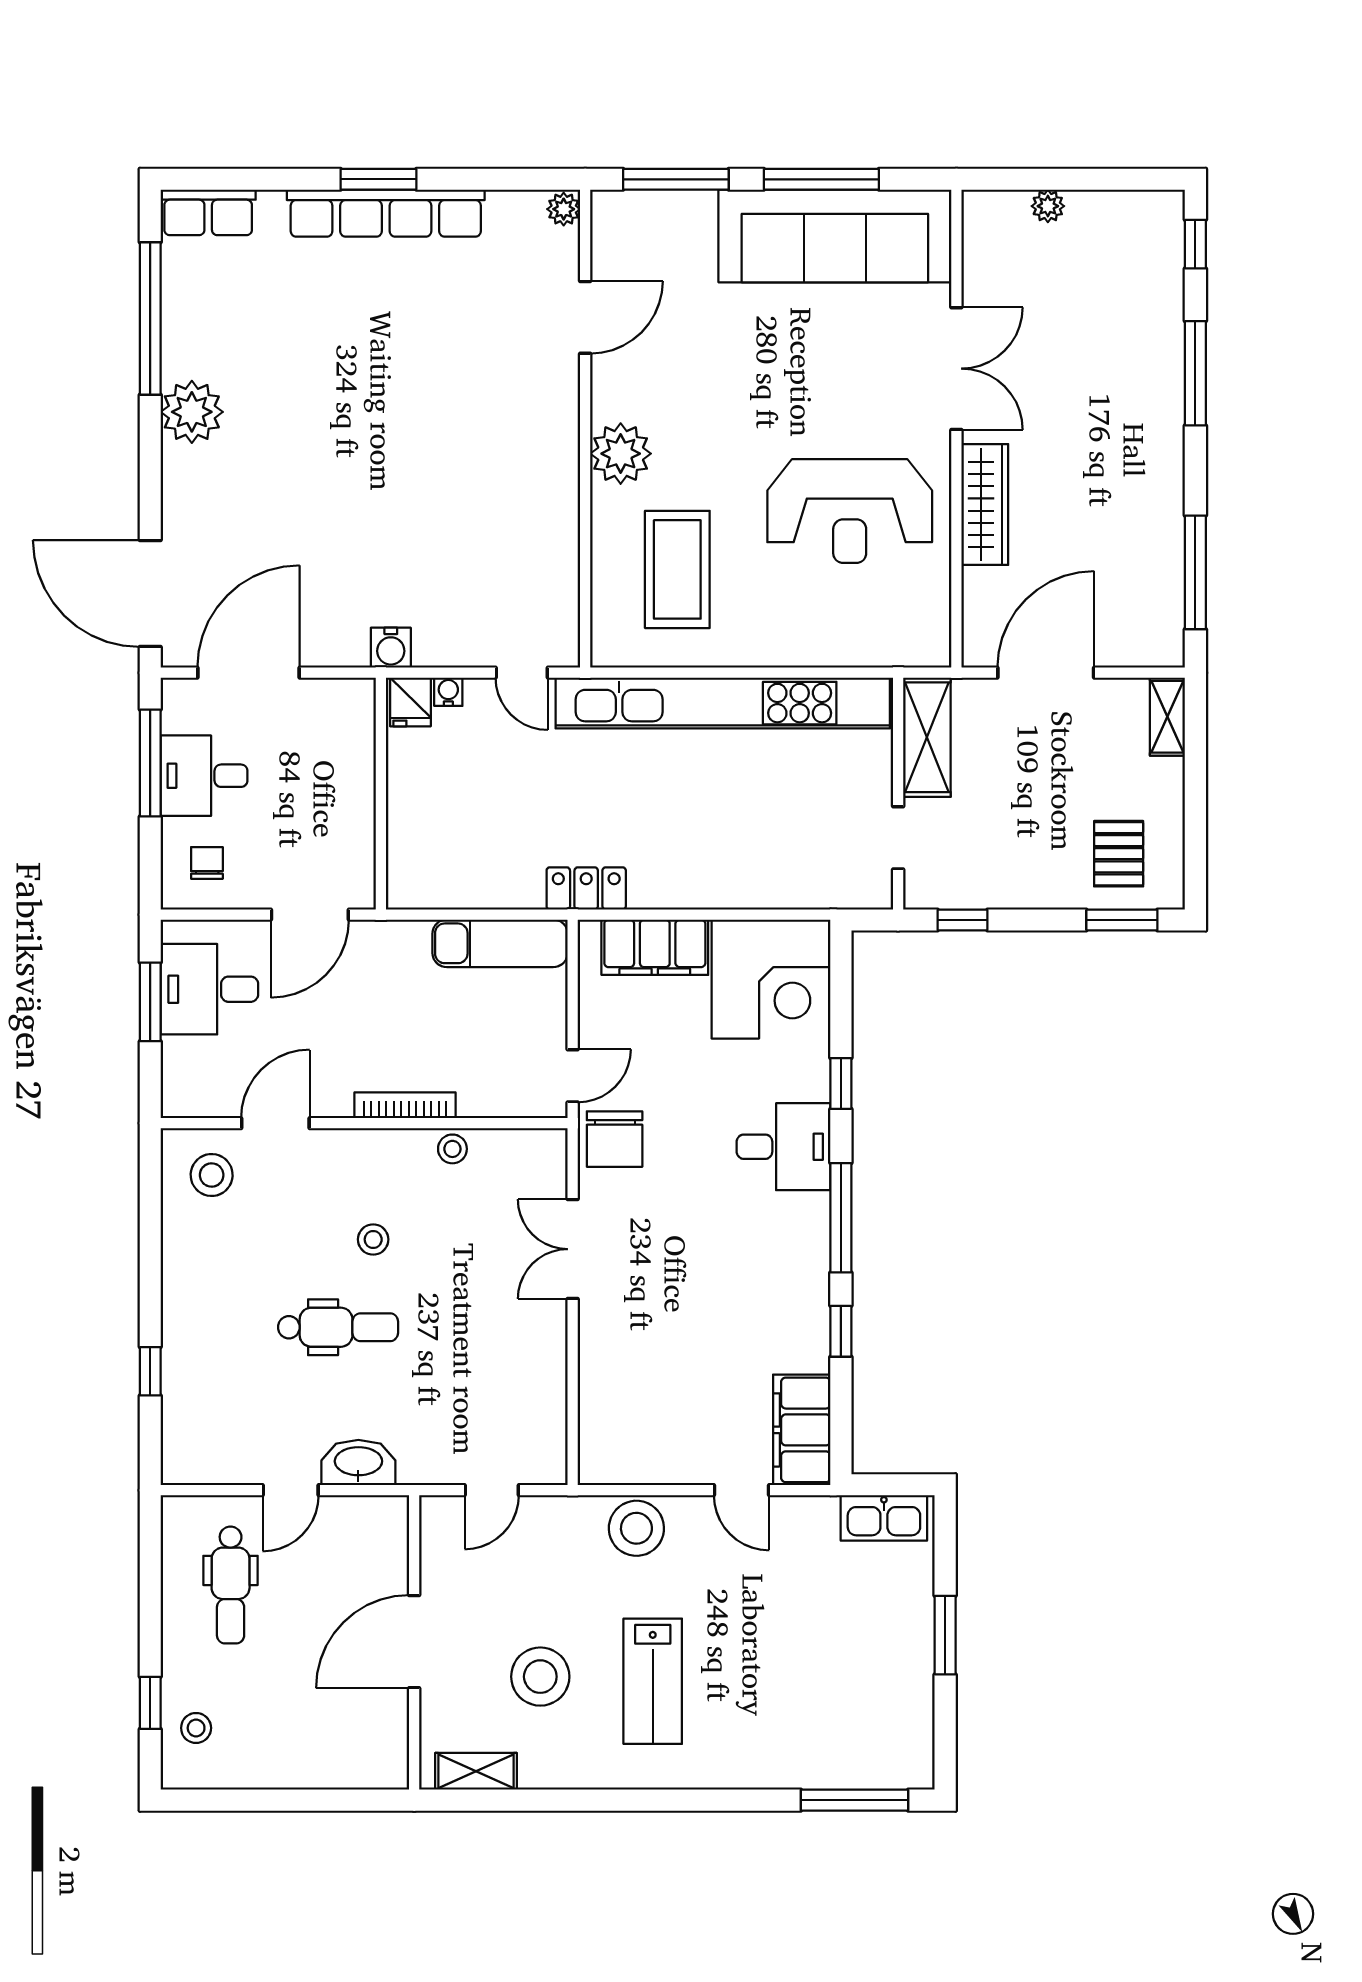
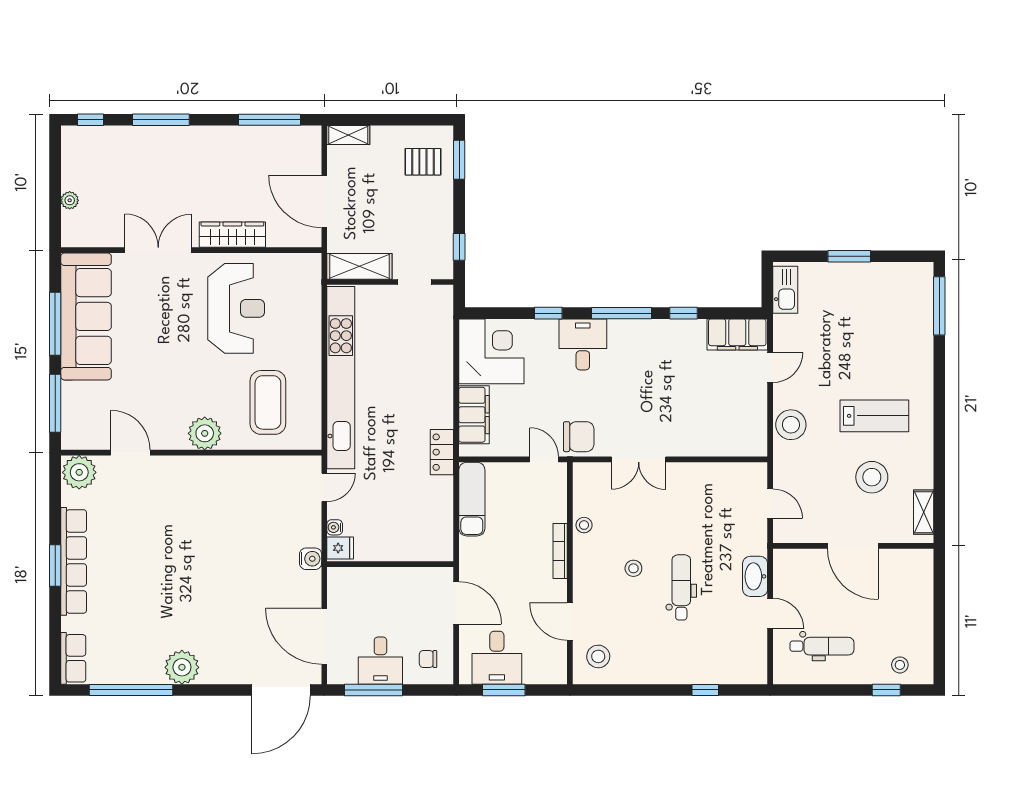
plant: (564, 209) -> (79, 472), width x1.87, depth x1.87
coffee table: (677, 569) -> (268, 402), turned 90

